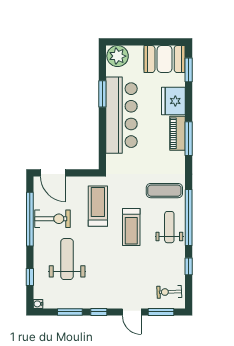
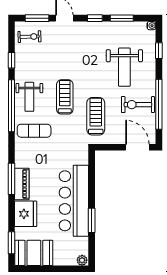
plant: (118, 56) -> (82, 260), width x0.53, depth x0.53
treadmill: (98, 206) -> (96, 116), turned 180

